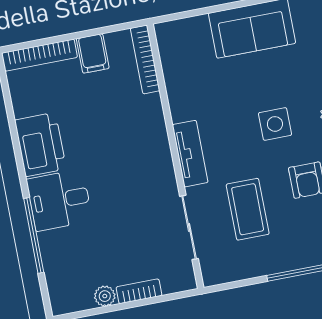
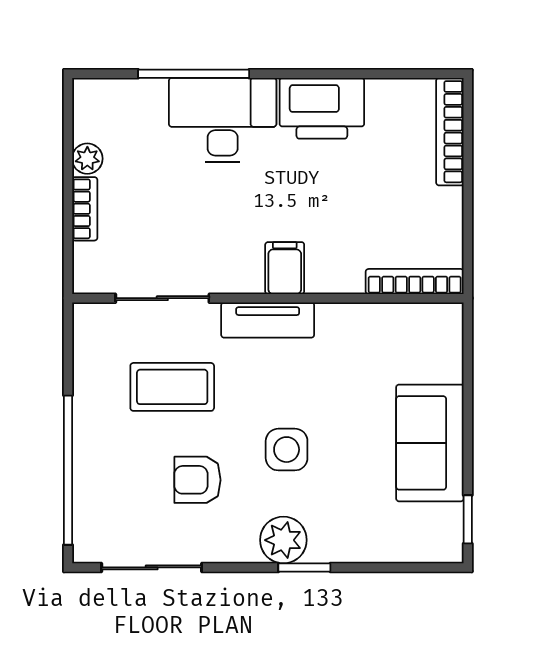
filing cabinet: (93, 53) -> (285, 268), moved, turned 90
desk: (59, 200) -> (223, 120), width x1.37

